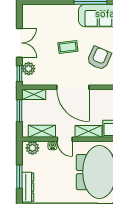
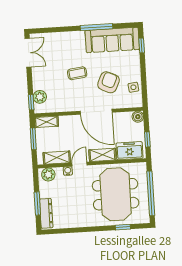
double door: (19, 43) -> (28, 53), moved
door: (73, 87) -> (96, 112), moved
door: (65, 139) -> (79, 164), swing flipped

